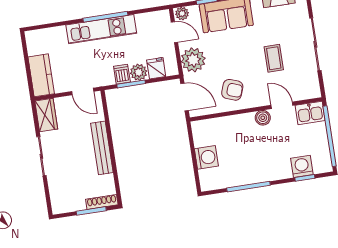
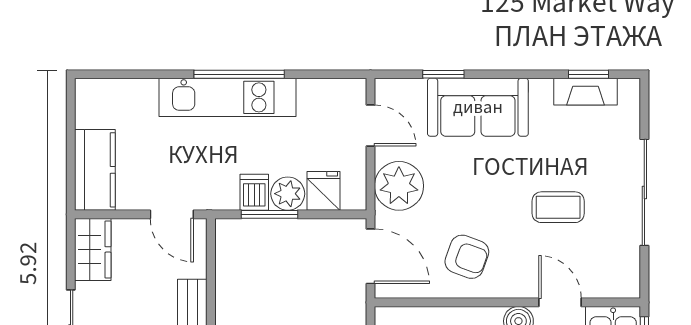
plant: (182, 14) -> (391, 91), removed
coffee table: (274, 58) -> (558, 207), turned 90

